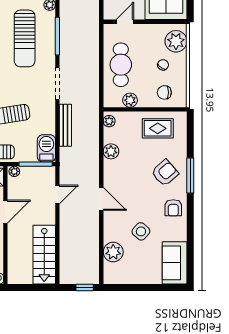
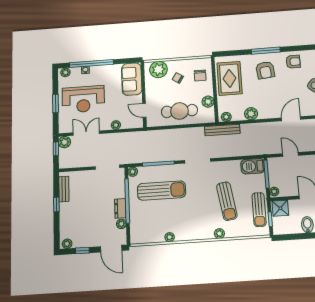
bench: (65, 125) -> (222, 130), moved
rug: (158, 128) -> (230, 78), width x1.36, depth x1.43
armchair: (165, 173) -> (265, 70), turned -145

